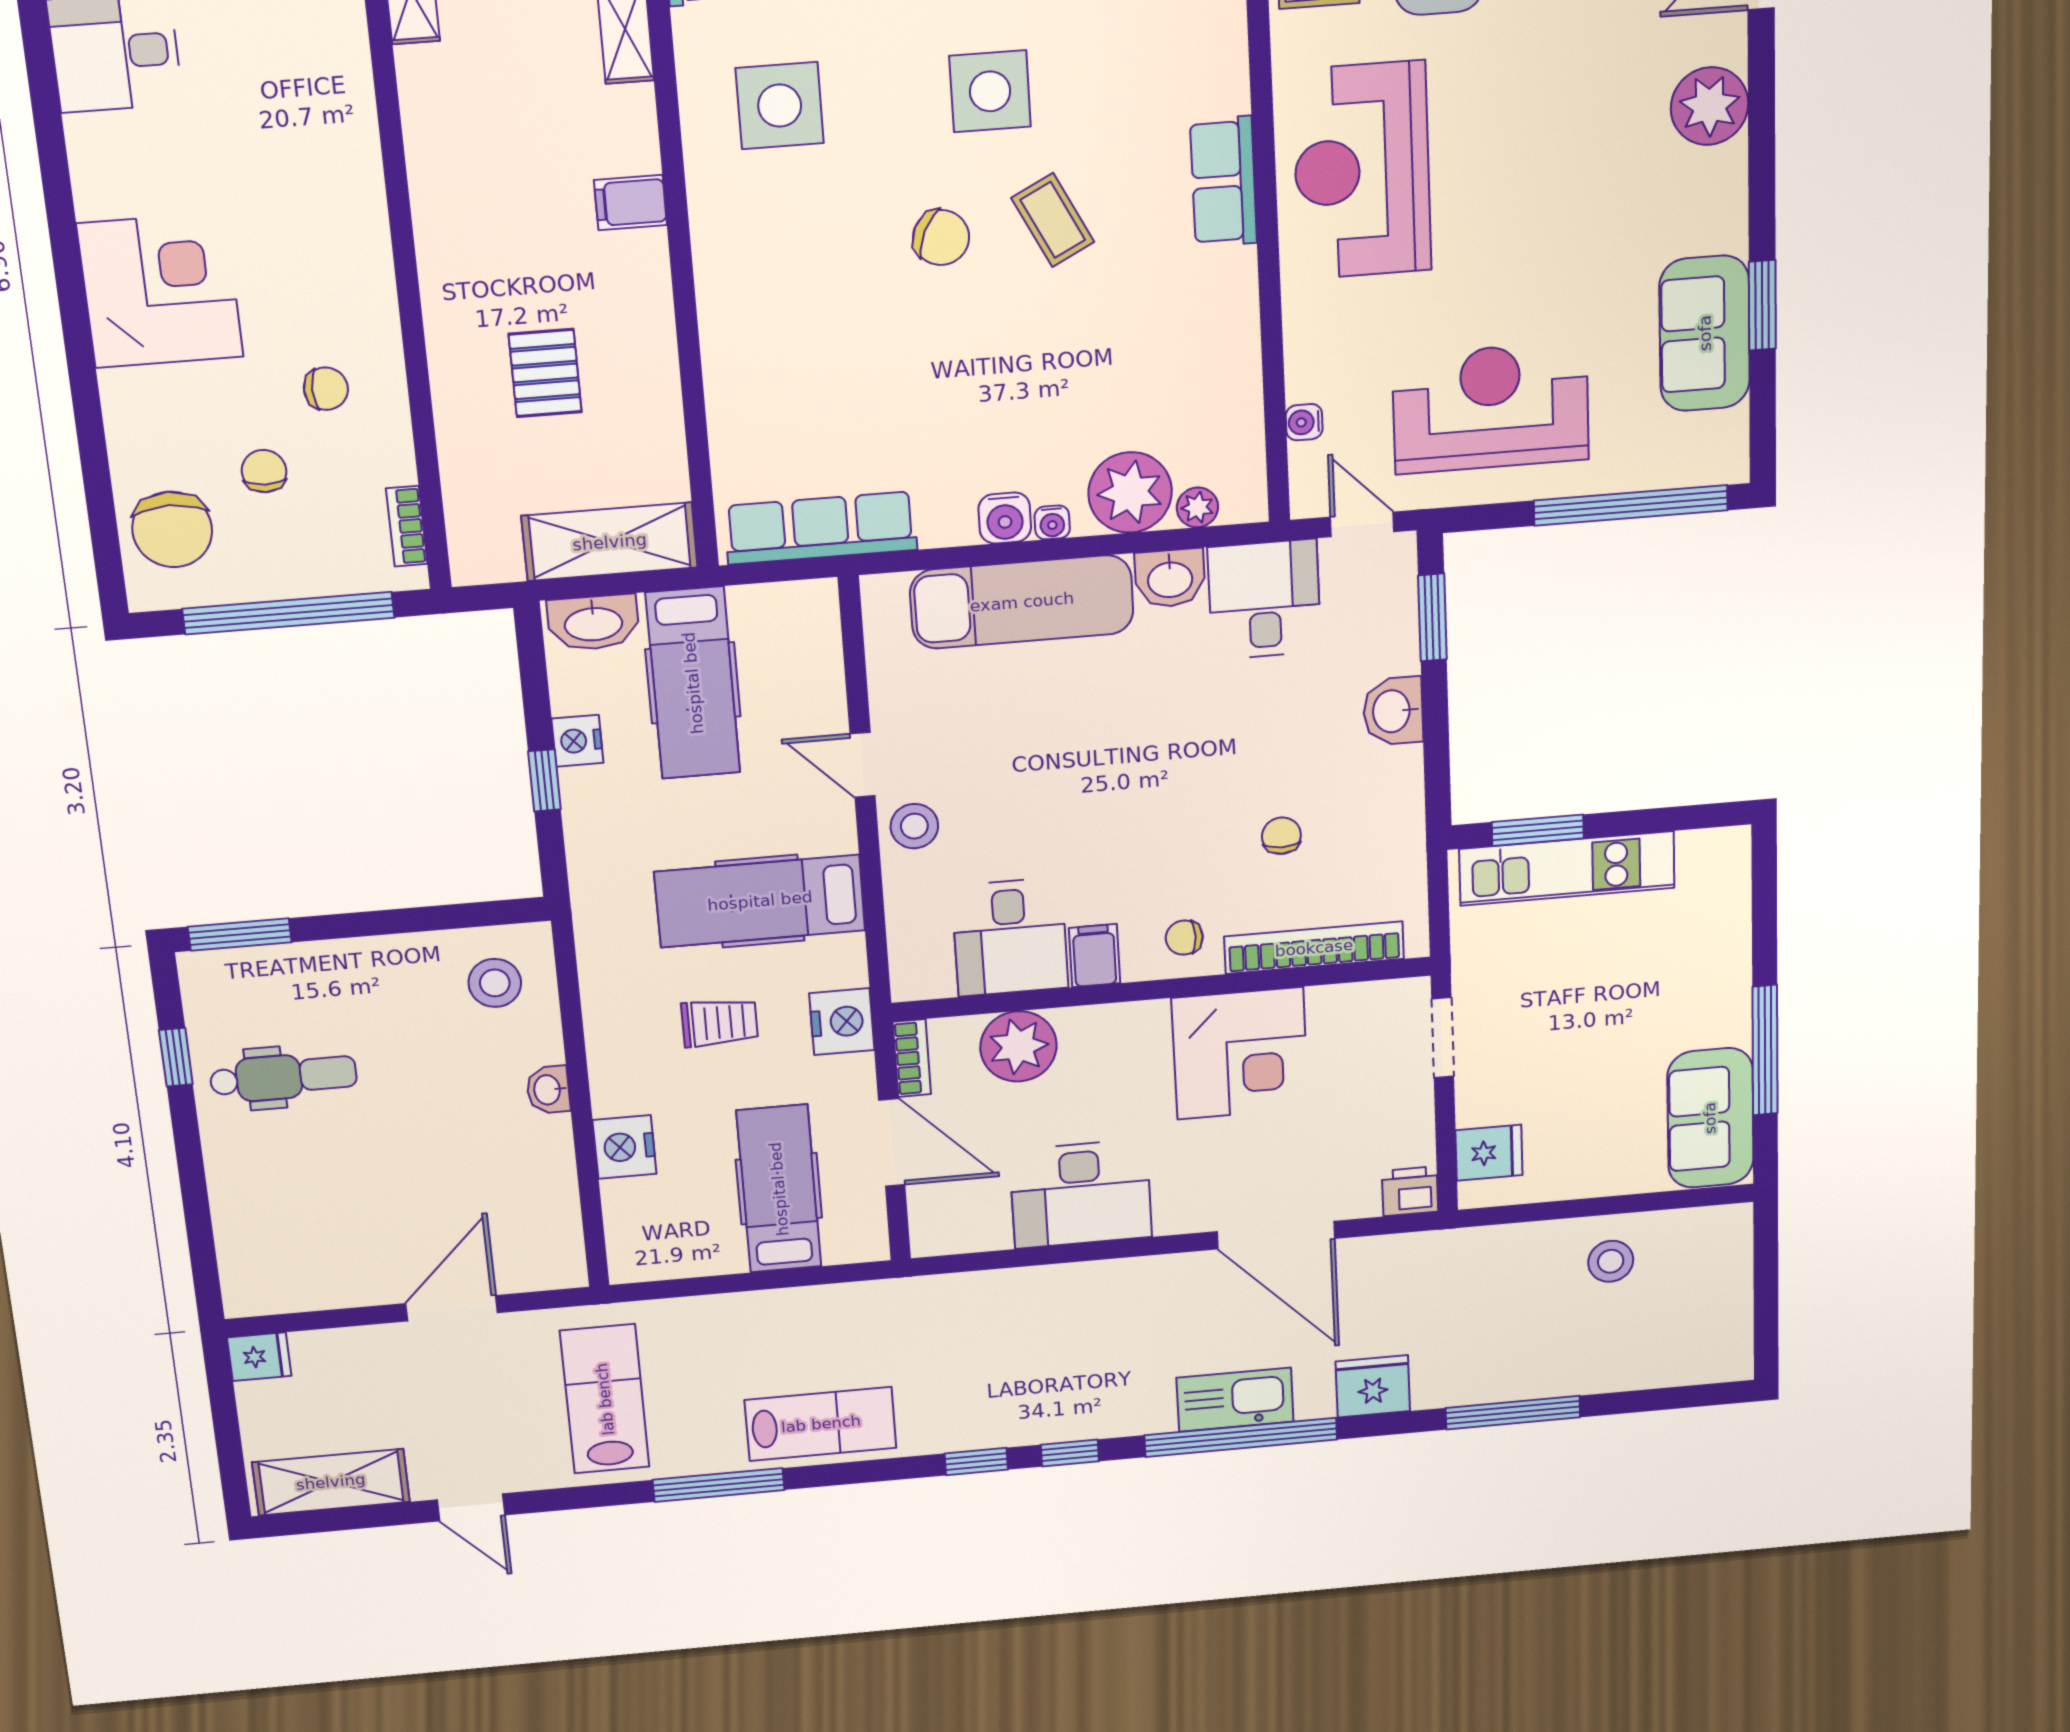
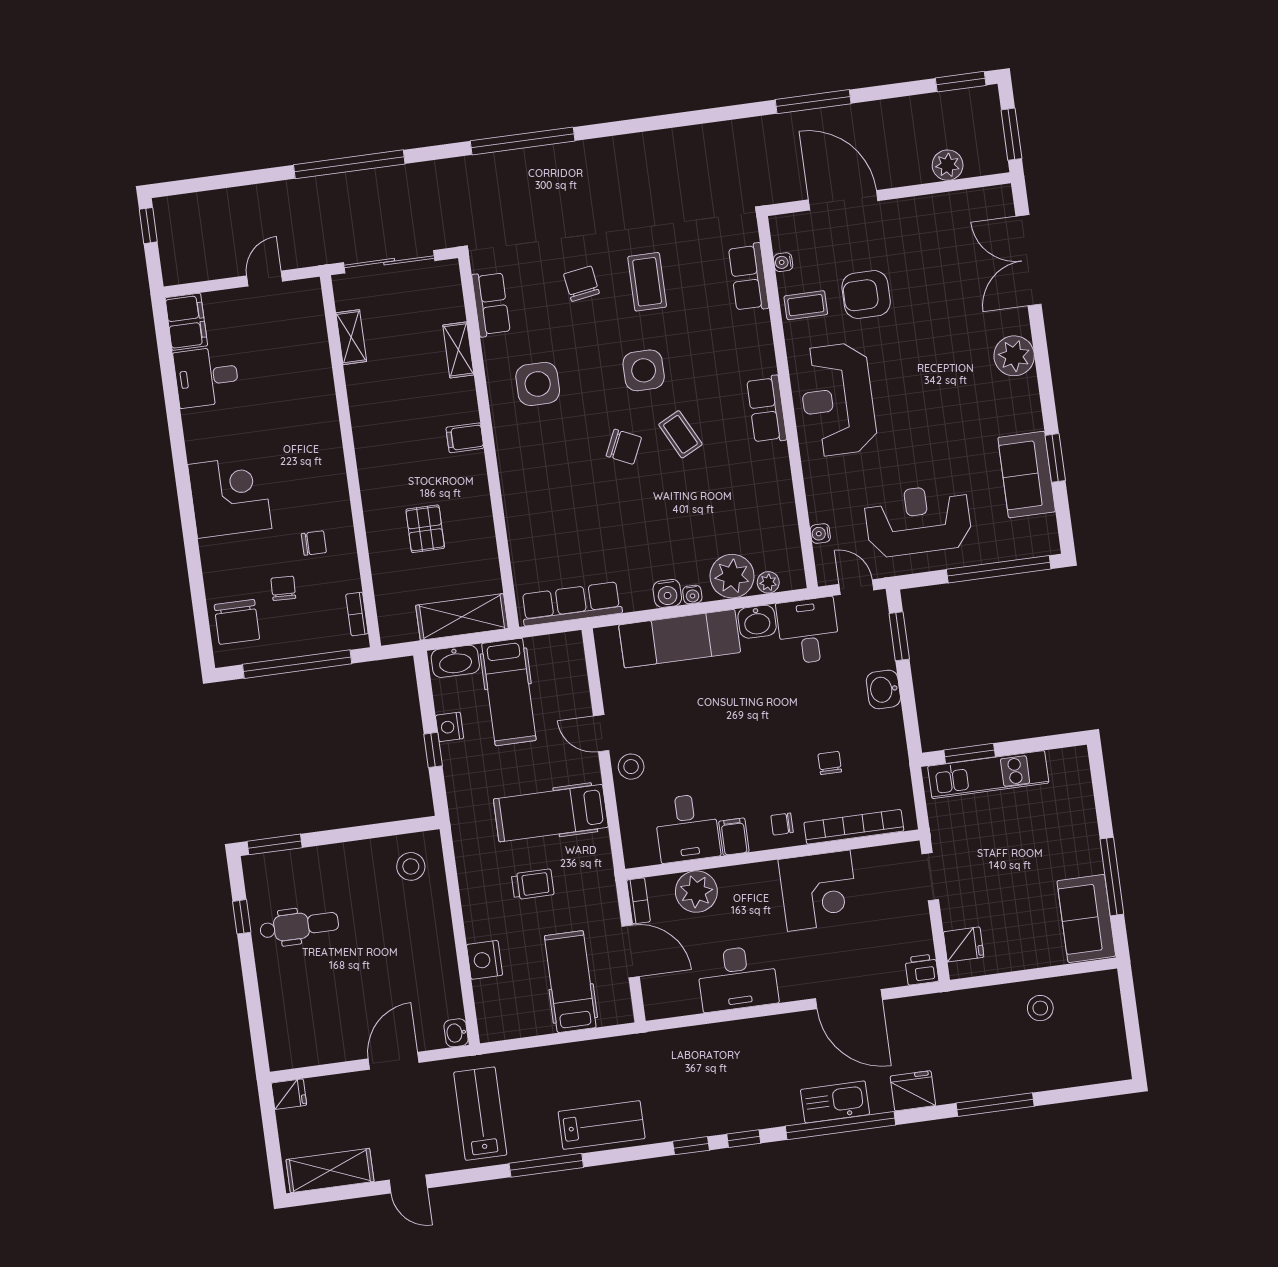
nightstand: (842, 1022) -> (599, 881), removed
washbasin: (548, 1090) -> (456, 1033), moved

